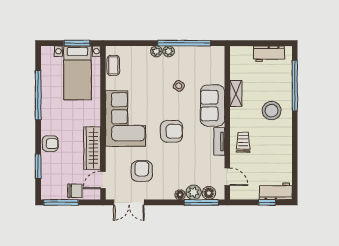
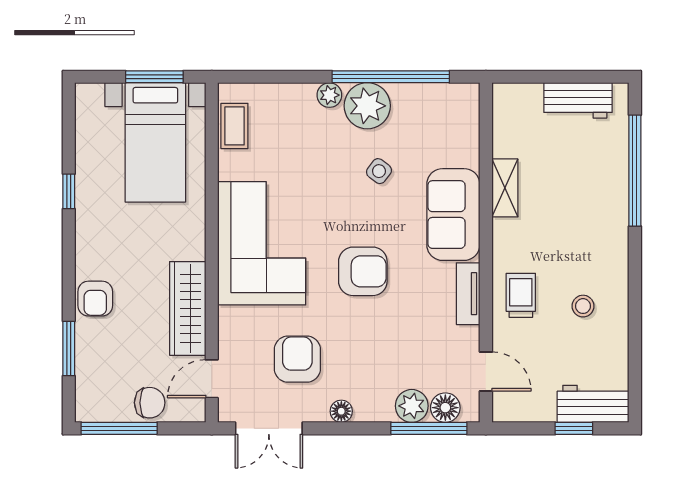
plant: (169, 51) -> (367, 106), width x1.87, depth x1.87
window: (38, 95) -> (69, 191), width x0.32
stool: (272, 111) -> (583, 306), moved, width x0.53, depth x0.53
armchair: (50, 144) -> (95, 299), turned 90
floor lamp: (180, 195) -> (341, 411), moved

